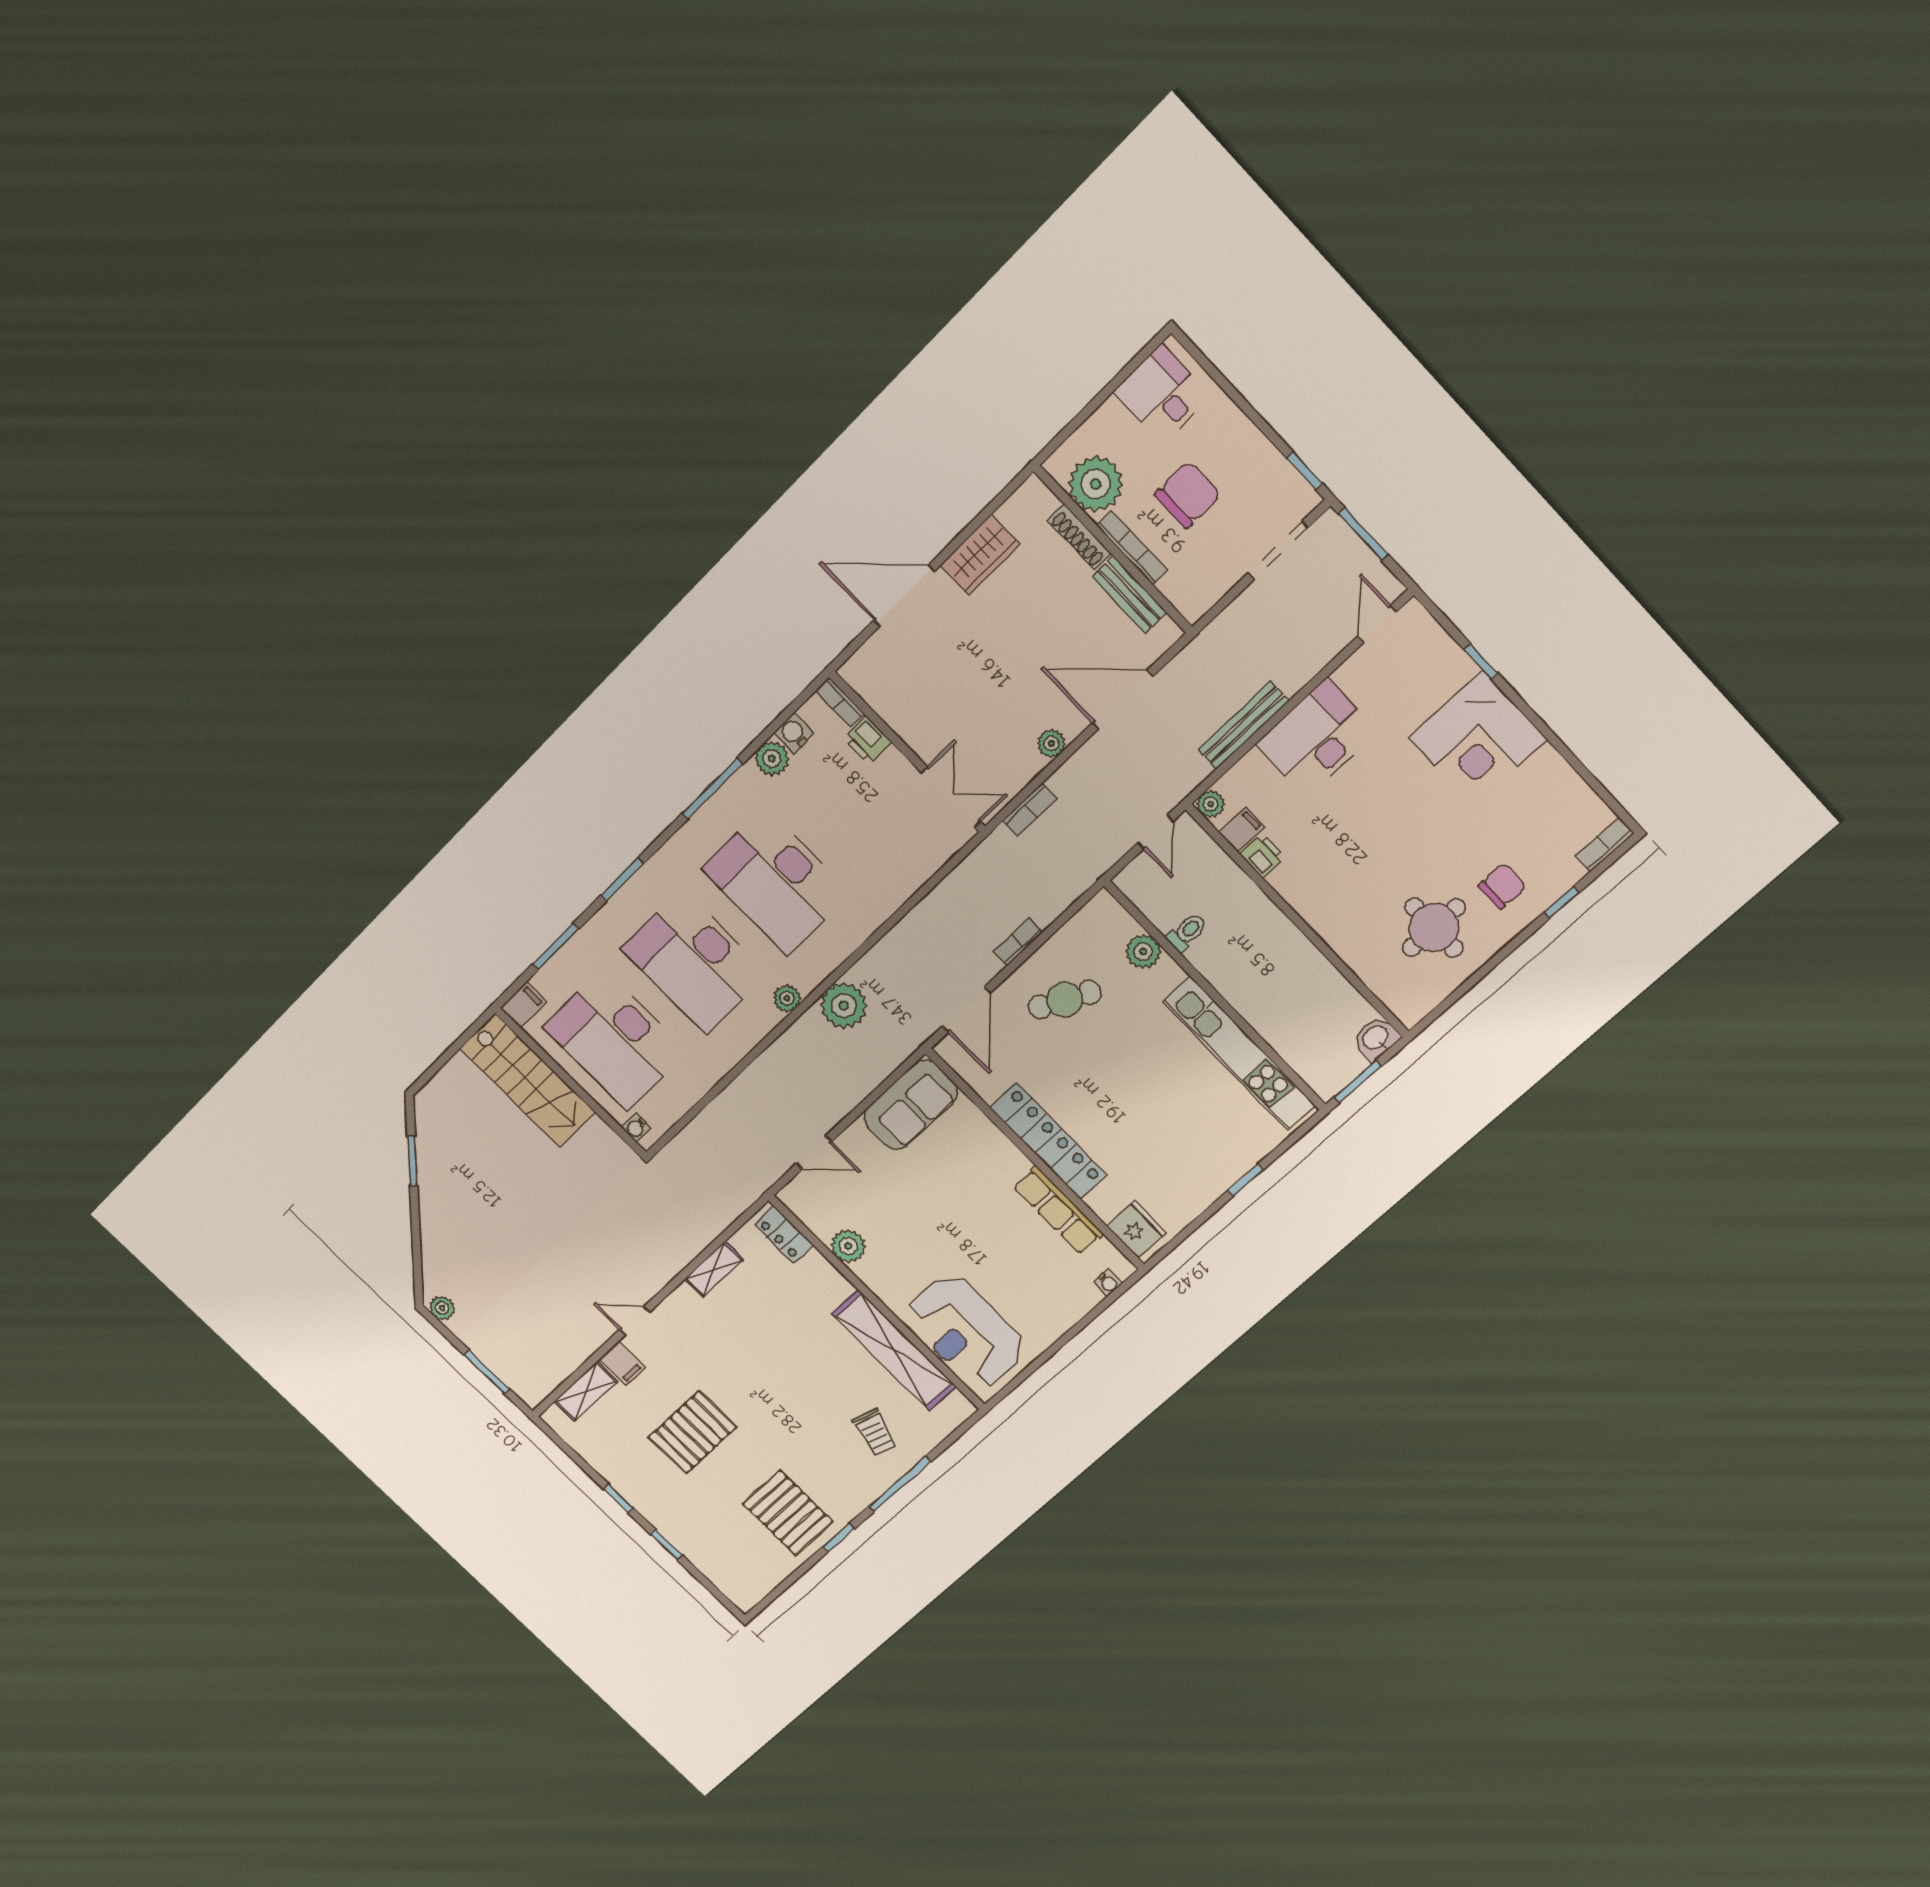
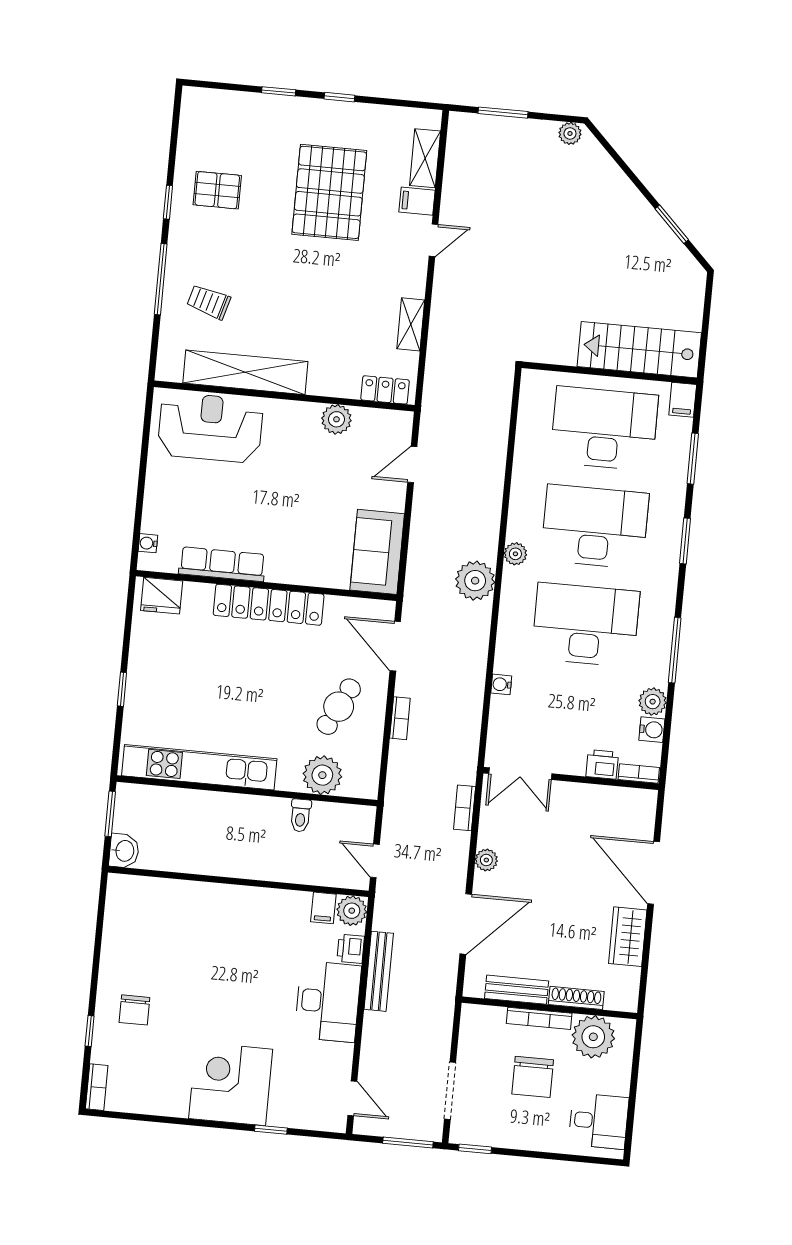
door: (904, 596) -> (654, 873), swing flipped
plant: (1211, 804) -> (352, 911), width x1.38, depth x1.38
printer: (1262, 856) -> (351, 949), moved, turned 90
round table: (1434, 928) -> (152, 949), removed
plant: (1143, 952) -> (322, 775), width x1.36, depth x1.36
water cooler: (636, 1128) -> (501, 684), moved, turned -90
pallet: (693, 1432) -> (329, 192), width x1.37, depth x1.41
pallet: (788, 1513) -> (217, 190), width x0.67, depth x0.71

